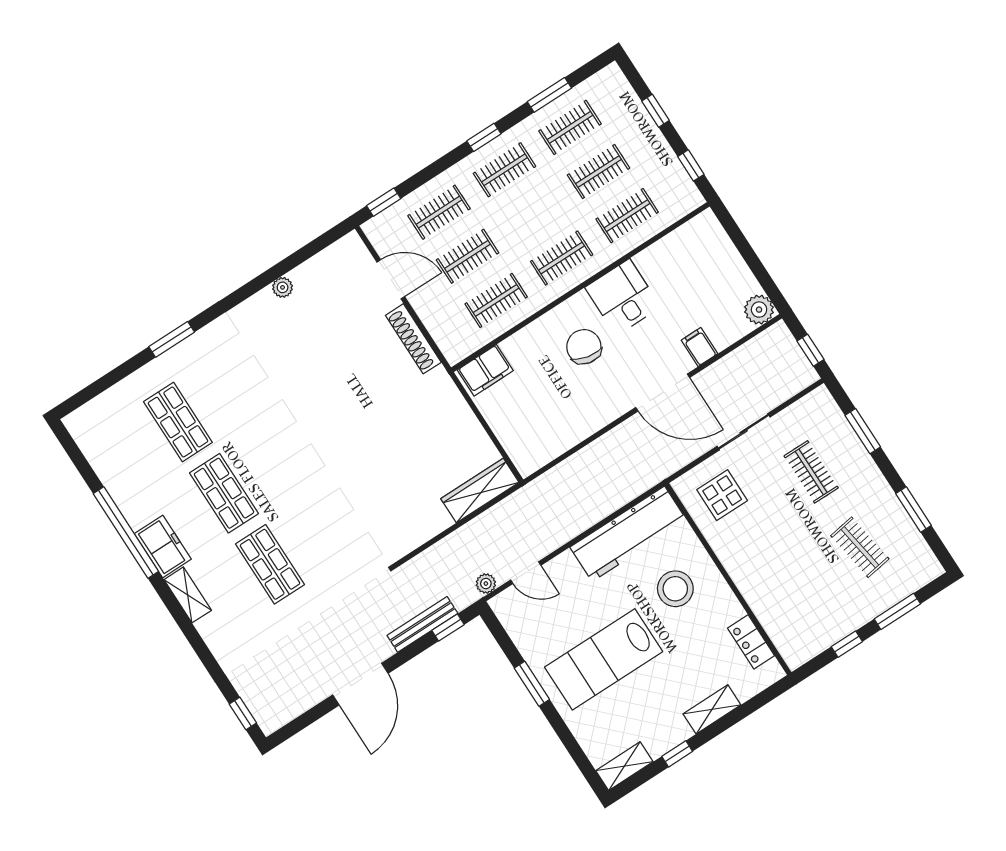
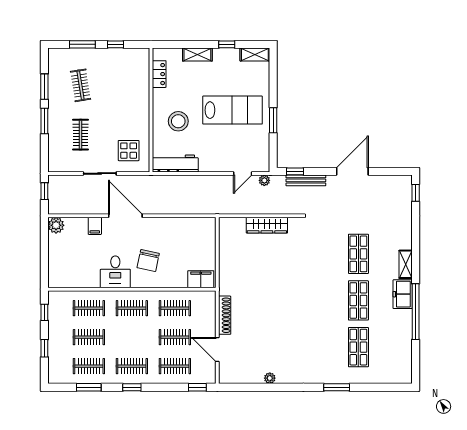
window: (863, 431) -> (44, 121), moved
wardrobe: (480, 491) -> (267, 225), moved
workbench: (628, 534) -> (175, 163), width x0.73, depth x0.76
door: (526, 573) -> (243, 173), swing flipped

